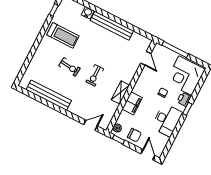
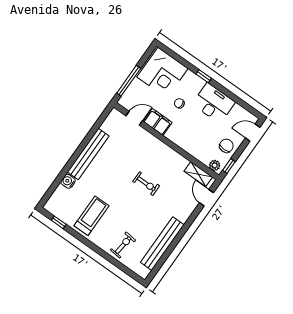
exercise bike: (70, 67) -> (123, 245), moved
shelving: (120, 92) -> (198, 174), moved
printer: (184, 99) -> (191, 78), removed
filing cabinet: (132, 103) -> (158, 122), moved

